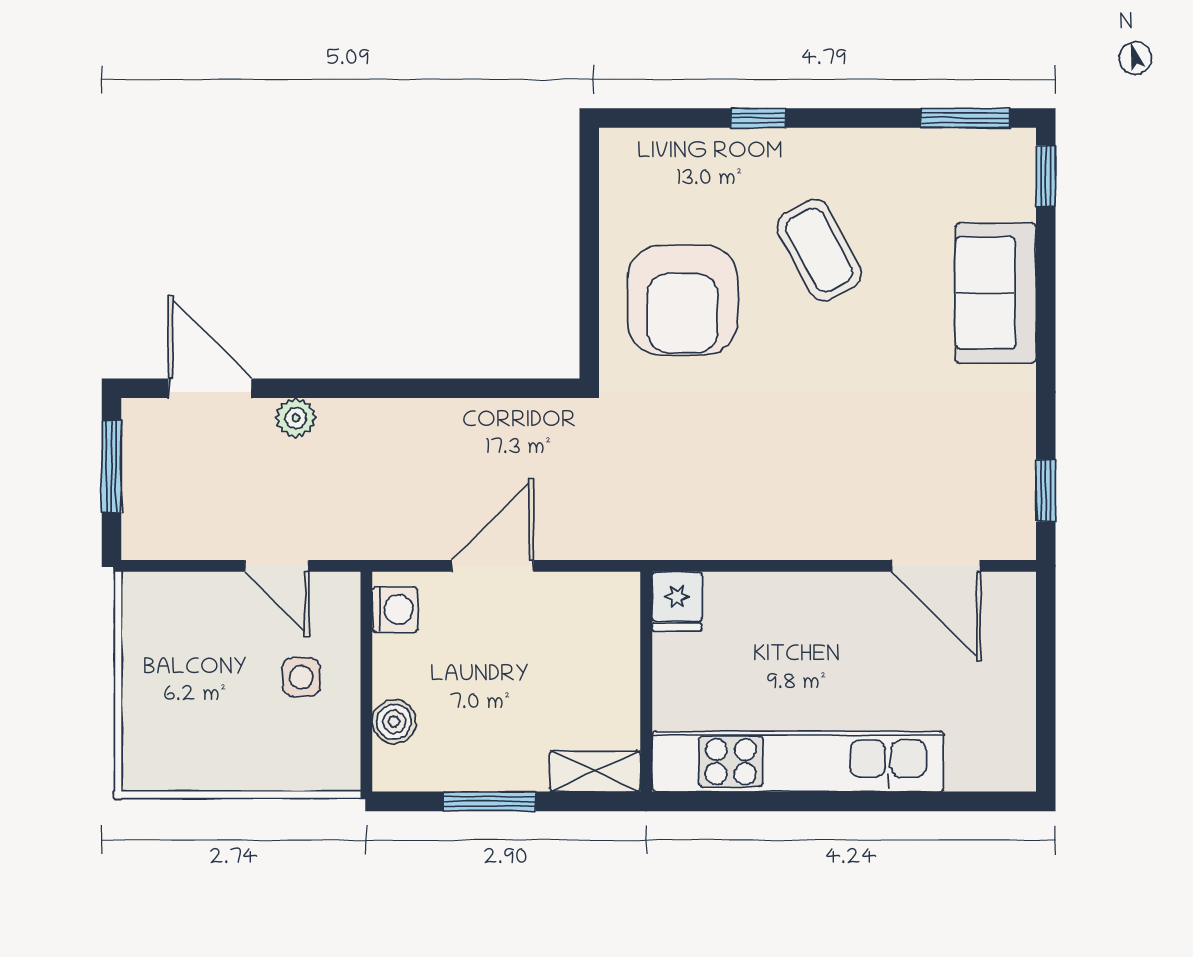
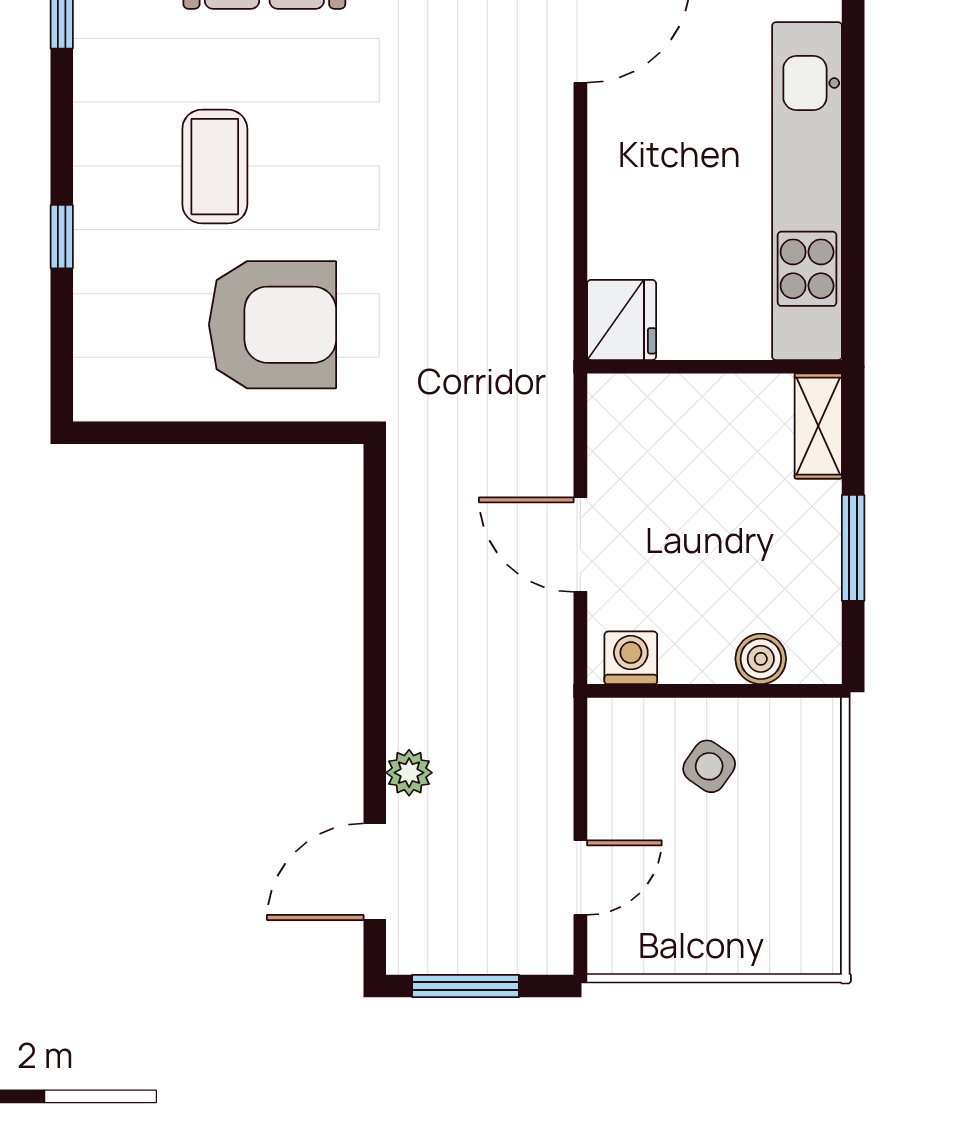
coffee table: (819, 250) -> (215, 167), turned -62
door: (277, 566) -> (580, 878), moved
fridge: (677, 601) -> (622, 320), width x1.38
side table: (301, 677) -> (709, 766), turned 35

